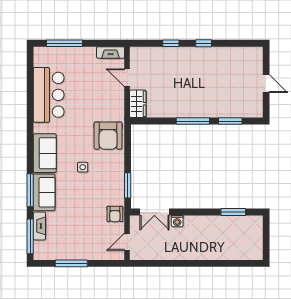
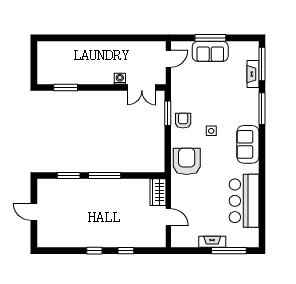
fireplace: (111, 52) -> (212, 242), moved
sofa: (44, 192) -> (210, 51), moved, turned -90
double door: (154, 212) -> (142, 88), swing flipped
armchair: (115, 214) -> (183, 121), moved
window: (71, 263) -> (210, 38), moved

